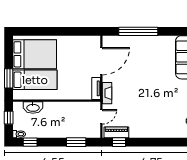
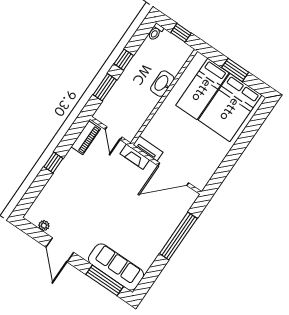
door: (101, 61) -> (173, 174), hinge flipped
window: (9, 78) -> (235, 70), moved
washbasin: (33, 108) -> (162, 84), moved
window: (30, 142) -> (124, 60), moved
window: (119, 142) -> (53, 163), moved

